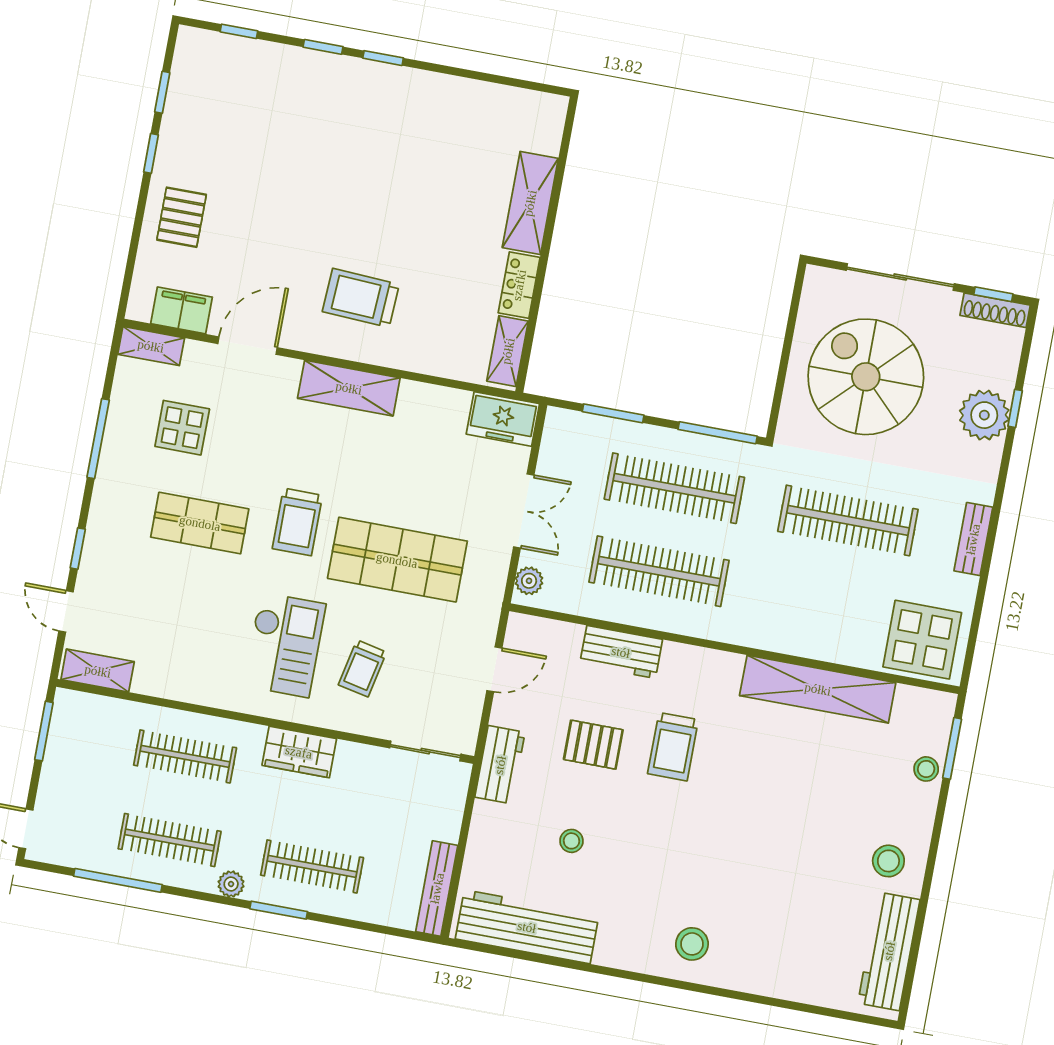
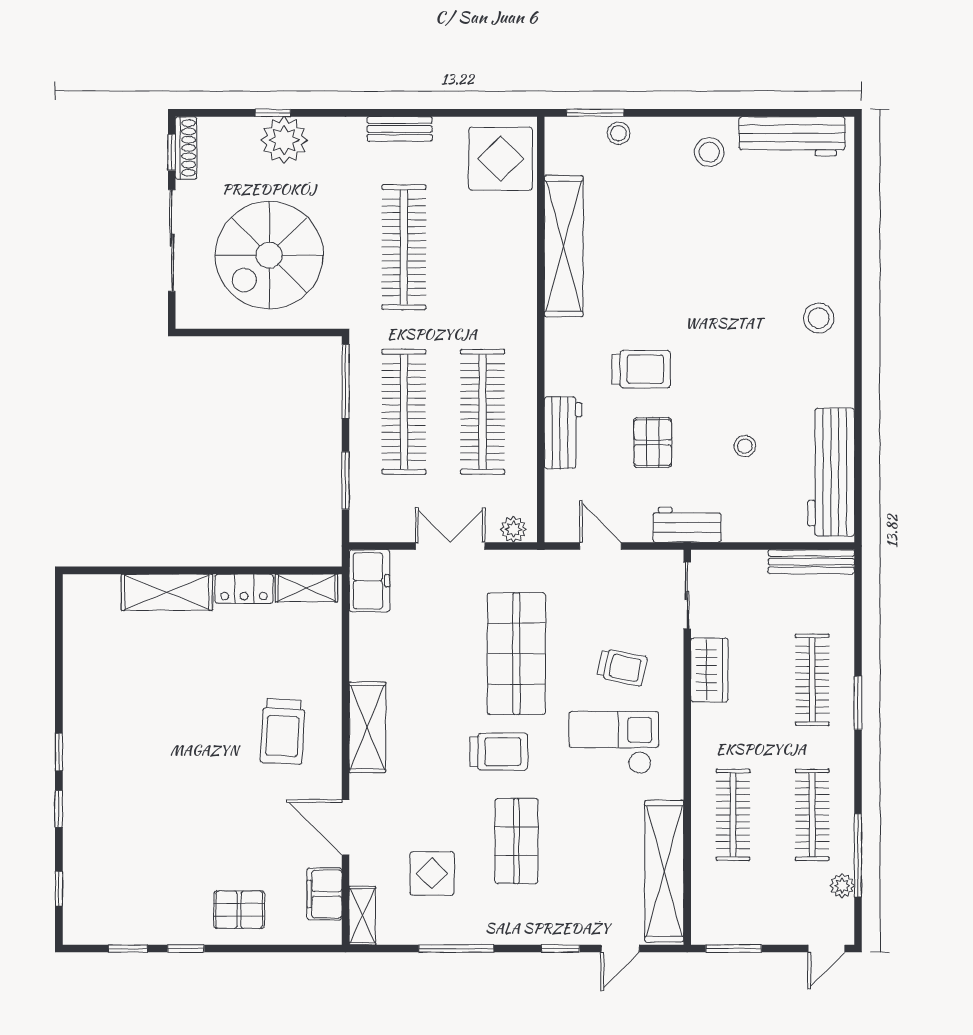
shelving: (98, 671) -> (664, 871), width x2.20, depth x1.33
wardrobe: (299, 752) -> (709, 670), moved
plant: (231, 884) -> (842, 886), moved

